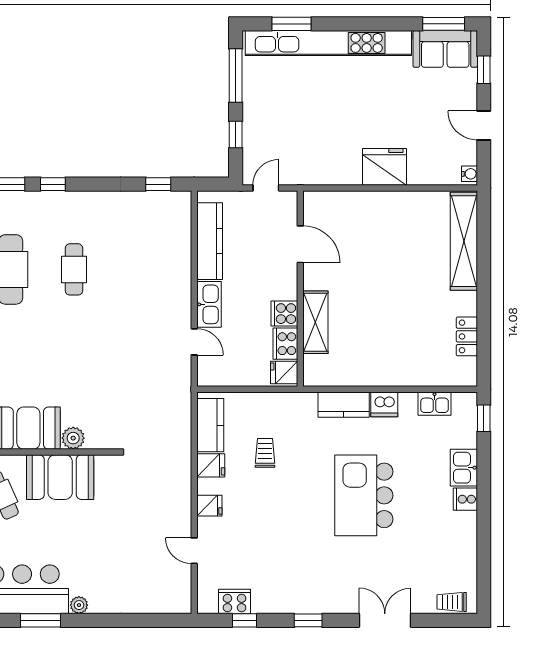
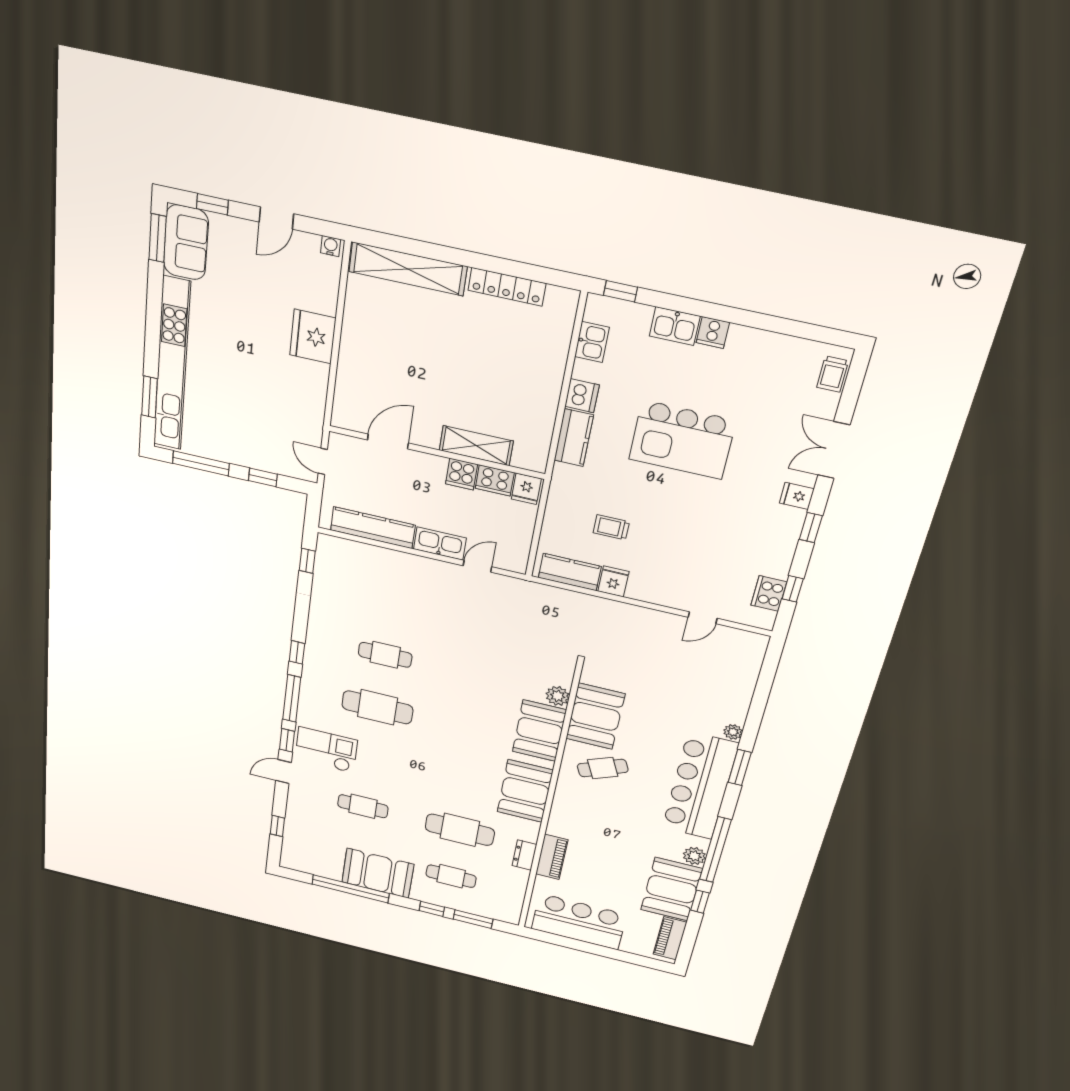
locker: (467, 336) -> (507, 287), width x1.53
fridge: (209, 506) -> (797, 496), moved, turned -90

